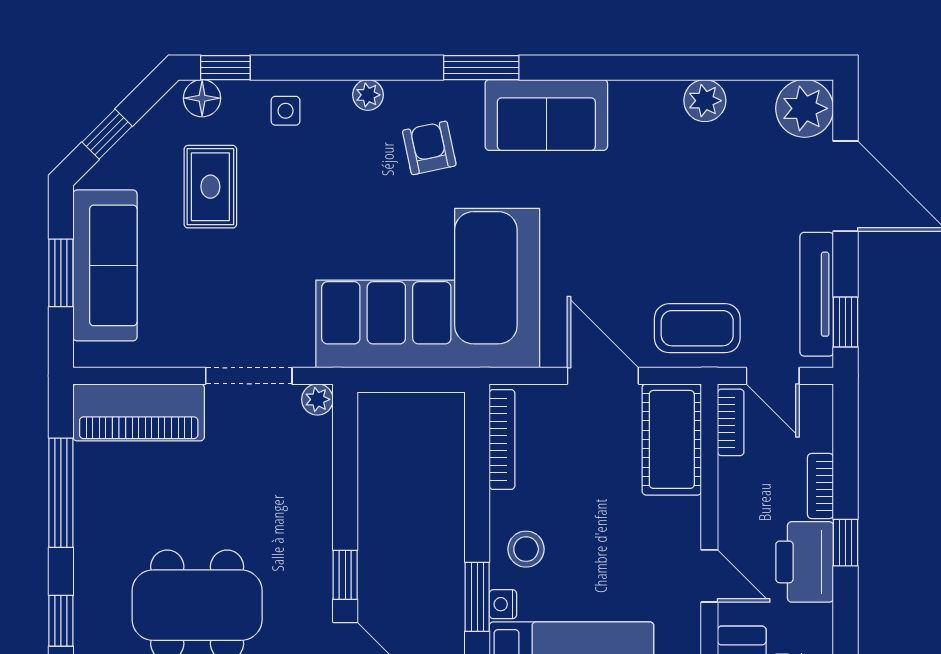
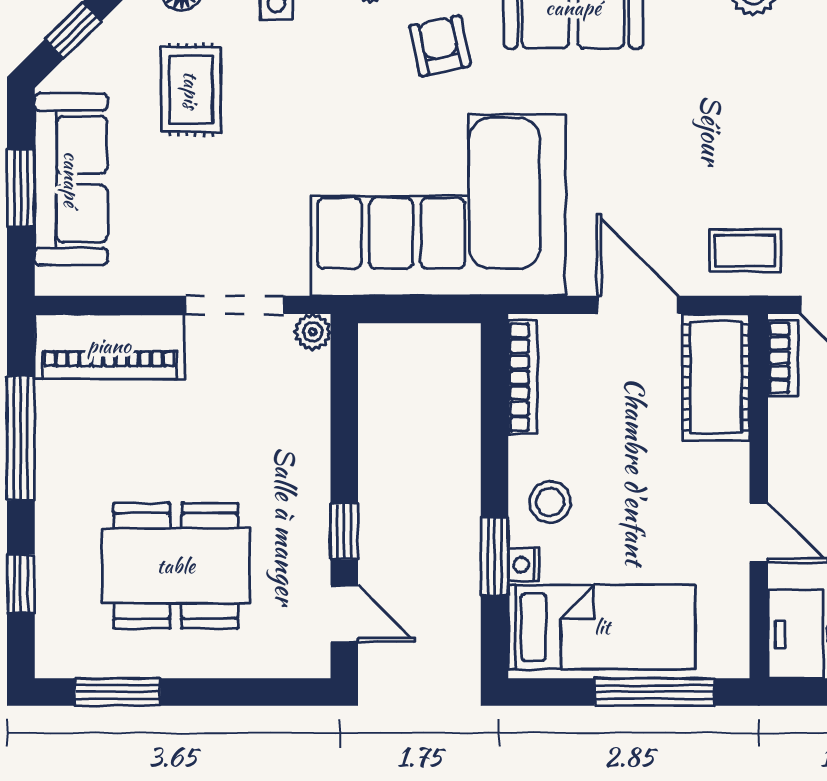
coffee table: (697, 328) -> (745, 251), width x0.73, depth x0.77

